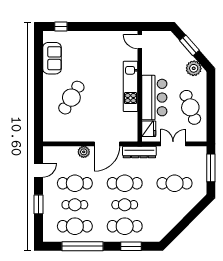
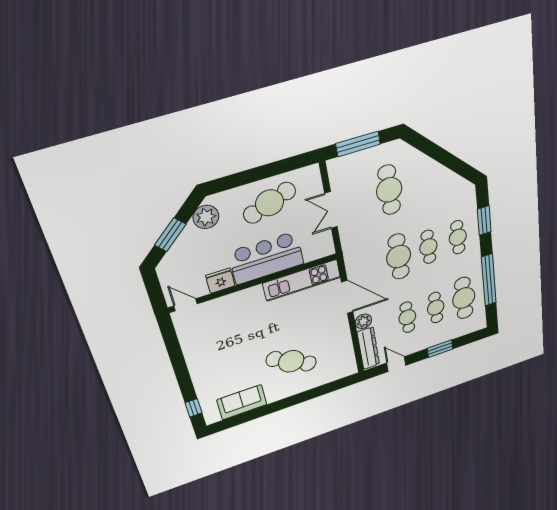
door: (140, 42) -> (186, 305), swing flipped
kitchen unit: (131, 86) -> (302, 280), moved
fridge: (149, 129) -> (220, 281), moved
dresser: (139, 152) -> (368, 348), moved
cafe table: (75, 183) -> (407, 317), width x0.73, depth x0.74
cafe table: (125, 226) -> (458, 237), width x0.73, depth x0.74

